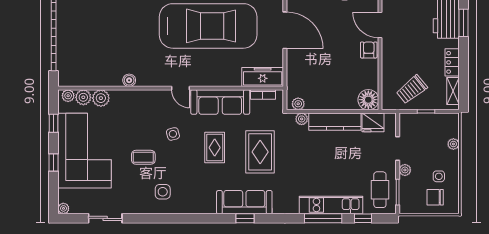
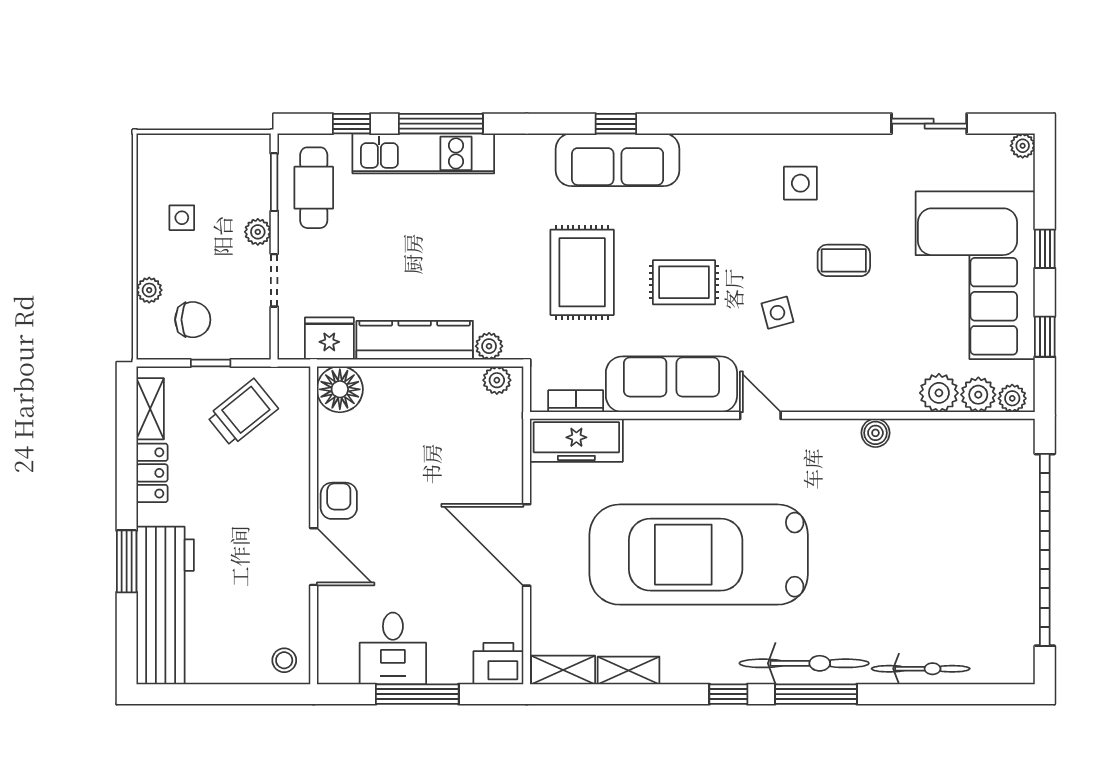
armchair: (369, 50) -> (339, 501), turned 180
rug: (215, 148) -> (684, 282), turned 90
chair: (435, 197) -> (193, 320), moved

